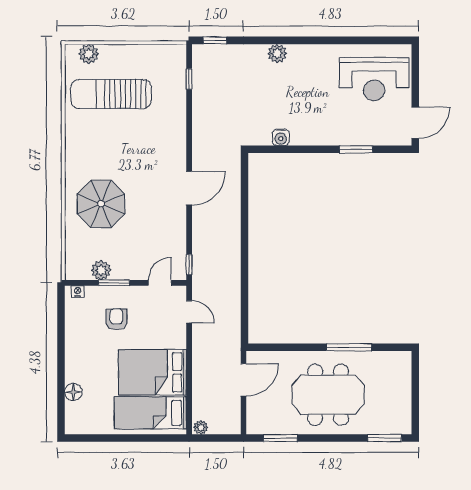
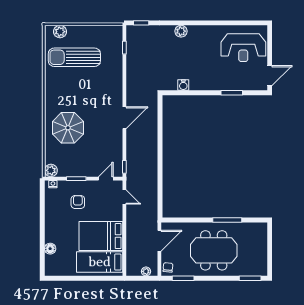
plant: (101, 270) -> (51, 170), moved
chair: (257, 421) -> (168, 267), added
plant: (201, 427) -> (146, 271), moved

